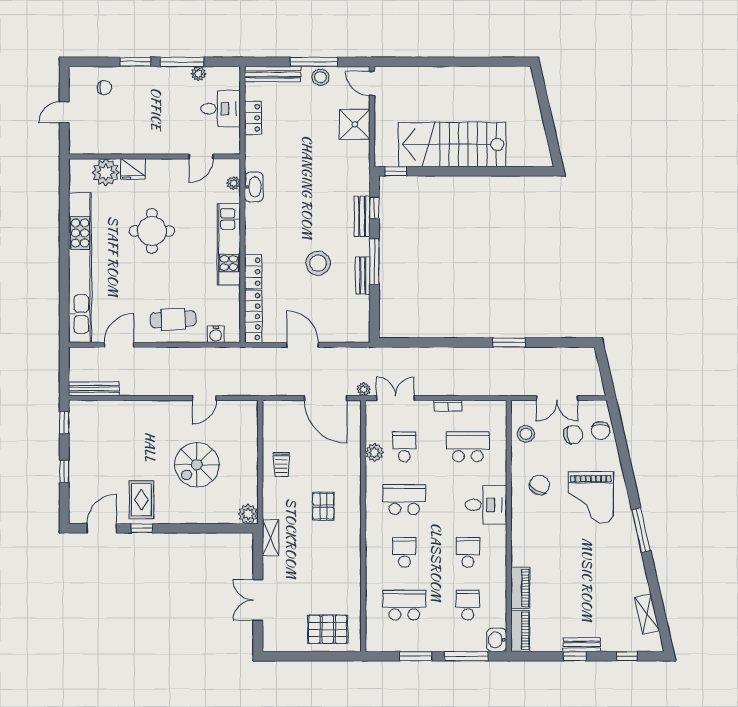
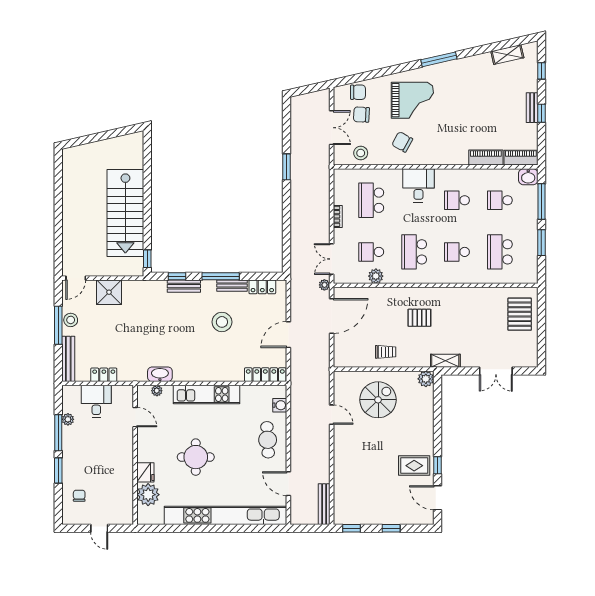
locker: (253, 272) -> (262, 287), moved, turned 180
chair: (573, 435) -> (361, 115), turned -78
spiral stairs: (197, 465) -> (378, 400), moved, turned -90

